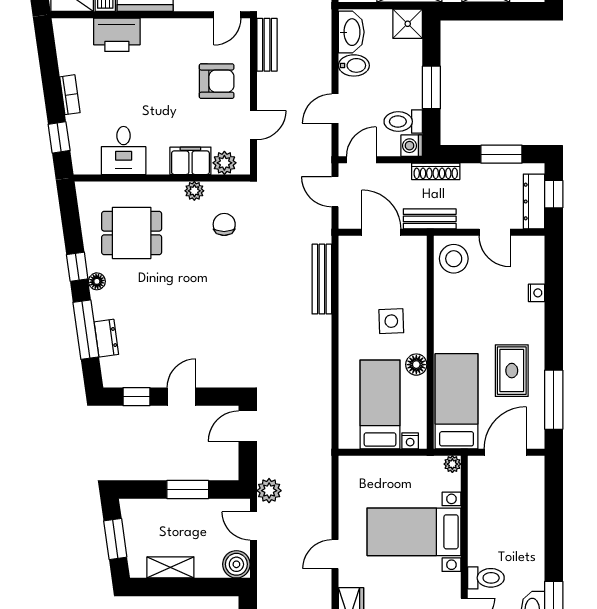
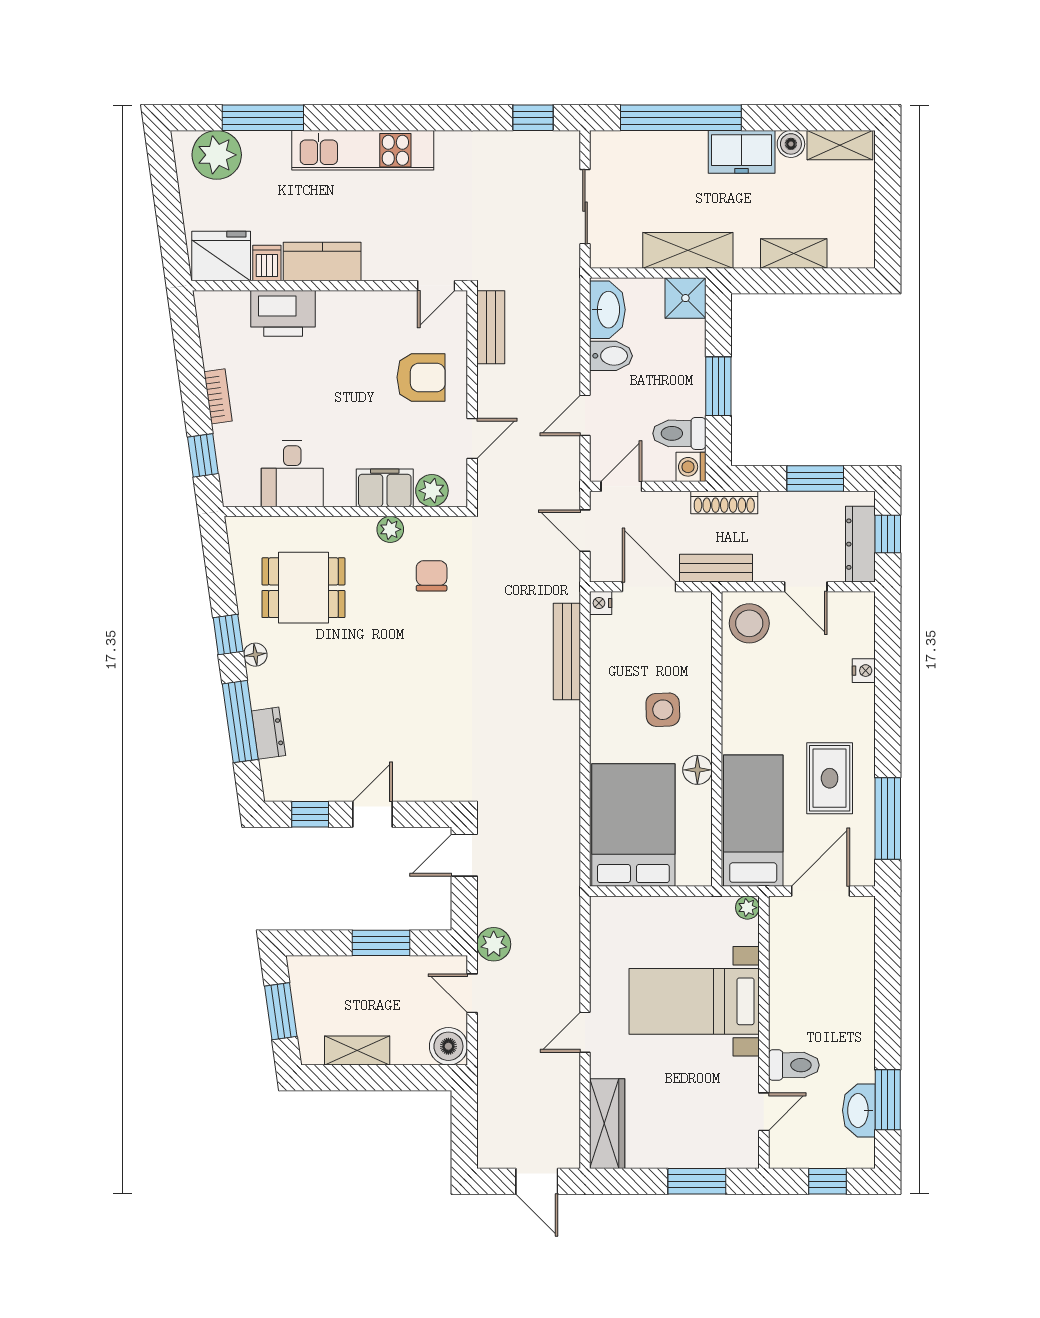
bed: (380, 404) -> (633, 825), width x1.50
nightstand: (410, 441) -> (601, 603), moved, turned 90

